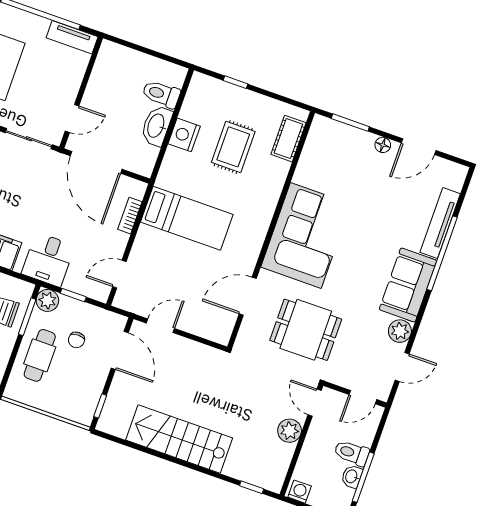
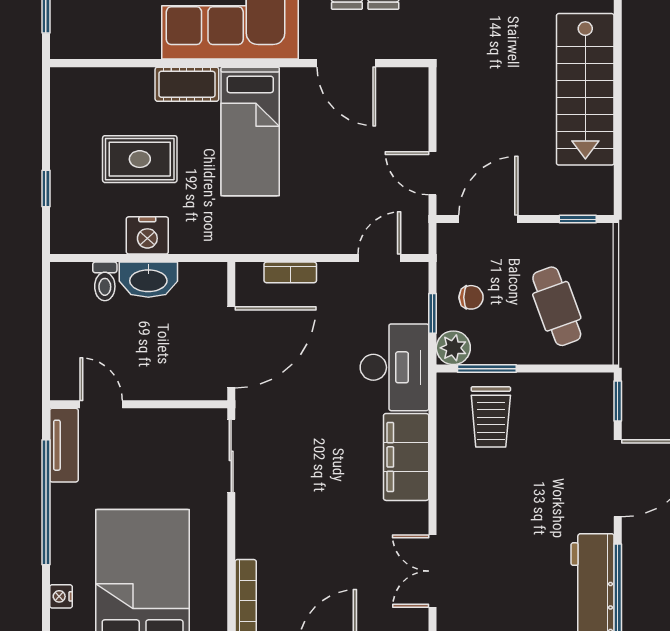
toilet: (161, 94) -> (105, 281), width x0.73, depth x0.72
door: (72, 118) -> (101, 404), moved
cot: (288, 139) -> (187, 84), moved
bed: (187, 218) -> (250, 131), moved, turned 180
desk: (48, 260) -> (394, 367), width x1.37
door: (119, 274) -> (379, 258), swing flipped
chair: (76, 340) -> (471, 297), moved
cafe table: (40, 355) -> (557, 306), moved, turned 70

